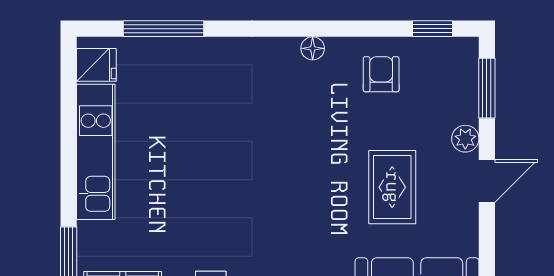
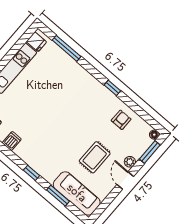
window: (433, 29) -> (112, 88), moved
floor lamp: (313, 48) -> (154, 135), moved
door: (487, 181) -> (125, 180), swing flipped

